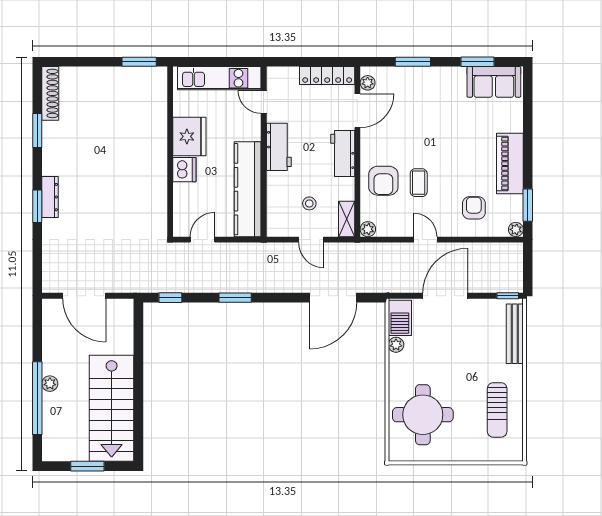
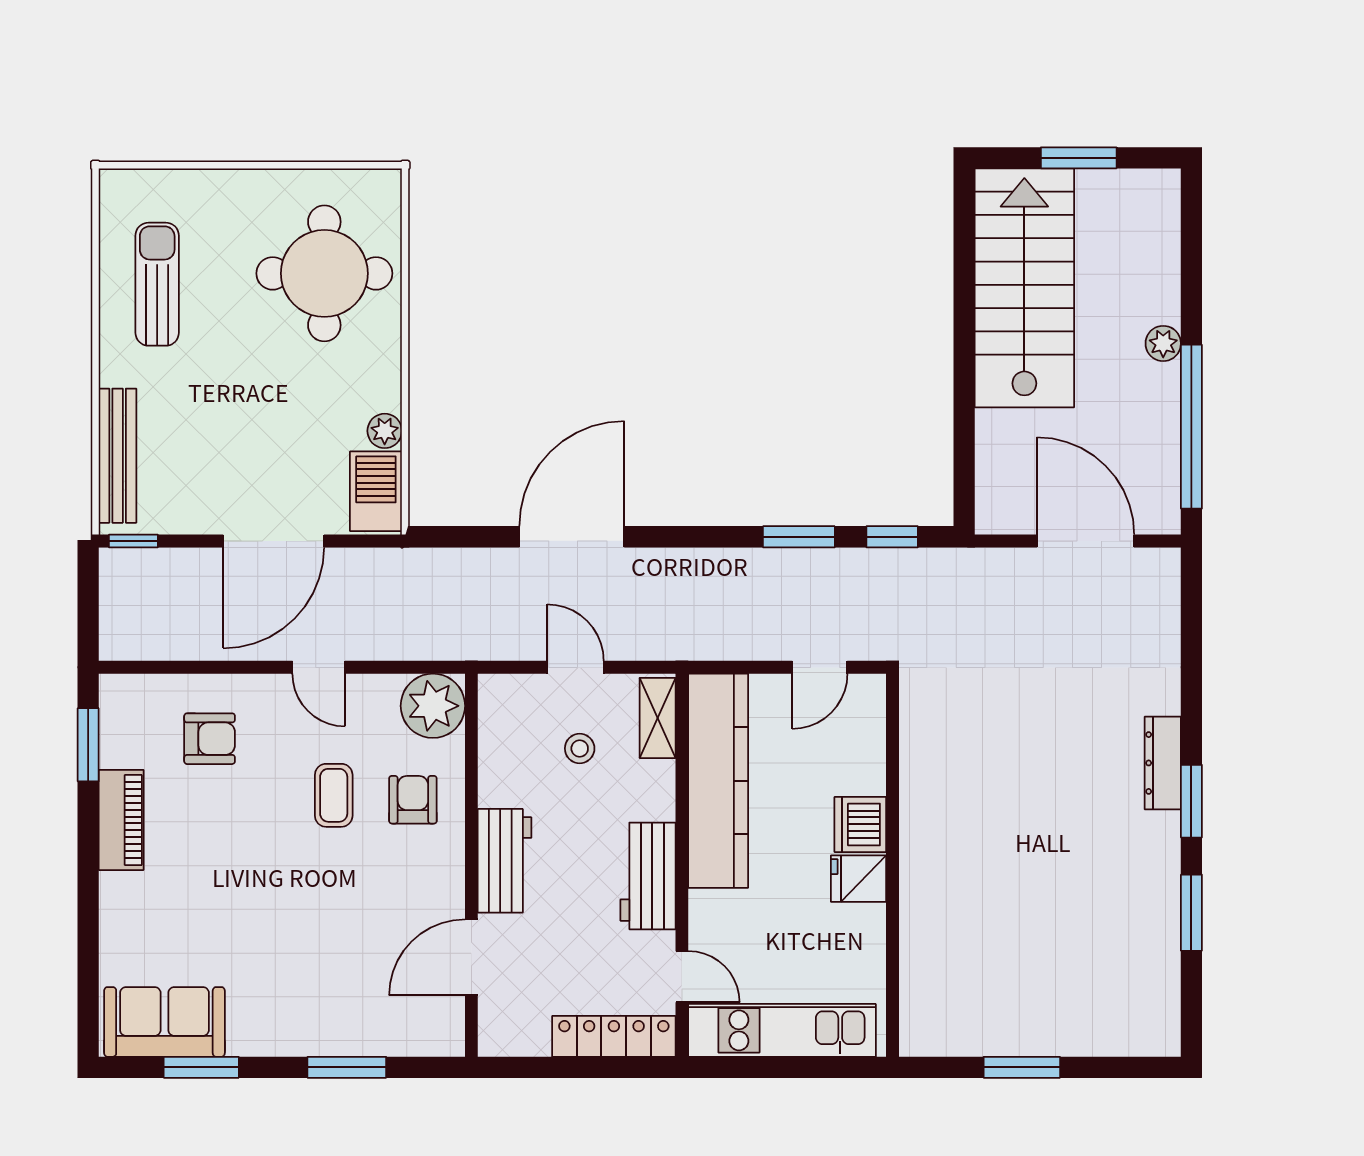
window: (139, 62) -> (1022, 1067), moved
locker: (327, 75) -> (614, 1036), moved
plant: (368, 83) -> (448, 1020), removed
shoe rack: (50, 93) -> (1162, 996), removed
fridge: (189, 136) -> (859, 879), width x0.53, depth x0.75
piano: (510, 164) -> (121, 820), width x0.73, depth x0.75
armchair: (383, 181) -> (413, 800), width x0.72, depth x0.72
window: (37, 206) -> (1191, 801), moved
armchair: (474, 208) -> (210, 739), turned -90
shelving: (347, 219) -> (658, 718), moved
plant: (368, 229) -> (433, 706), width x1.87, depth x1.87
plant: (516, 229) -> (115, 690), removed
window: (235, 298) -> (799, 537), moved
door: (333, 298) -> (572, 537), moved
window: (37, 398) -> (1191, 427), moved

